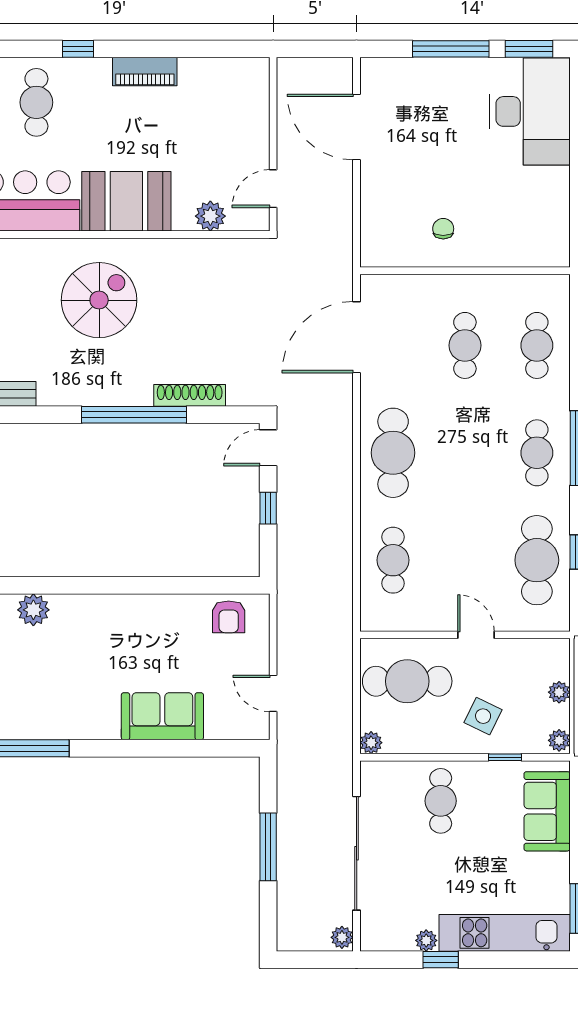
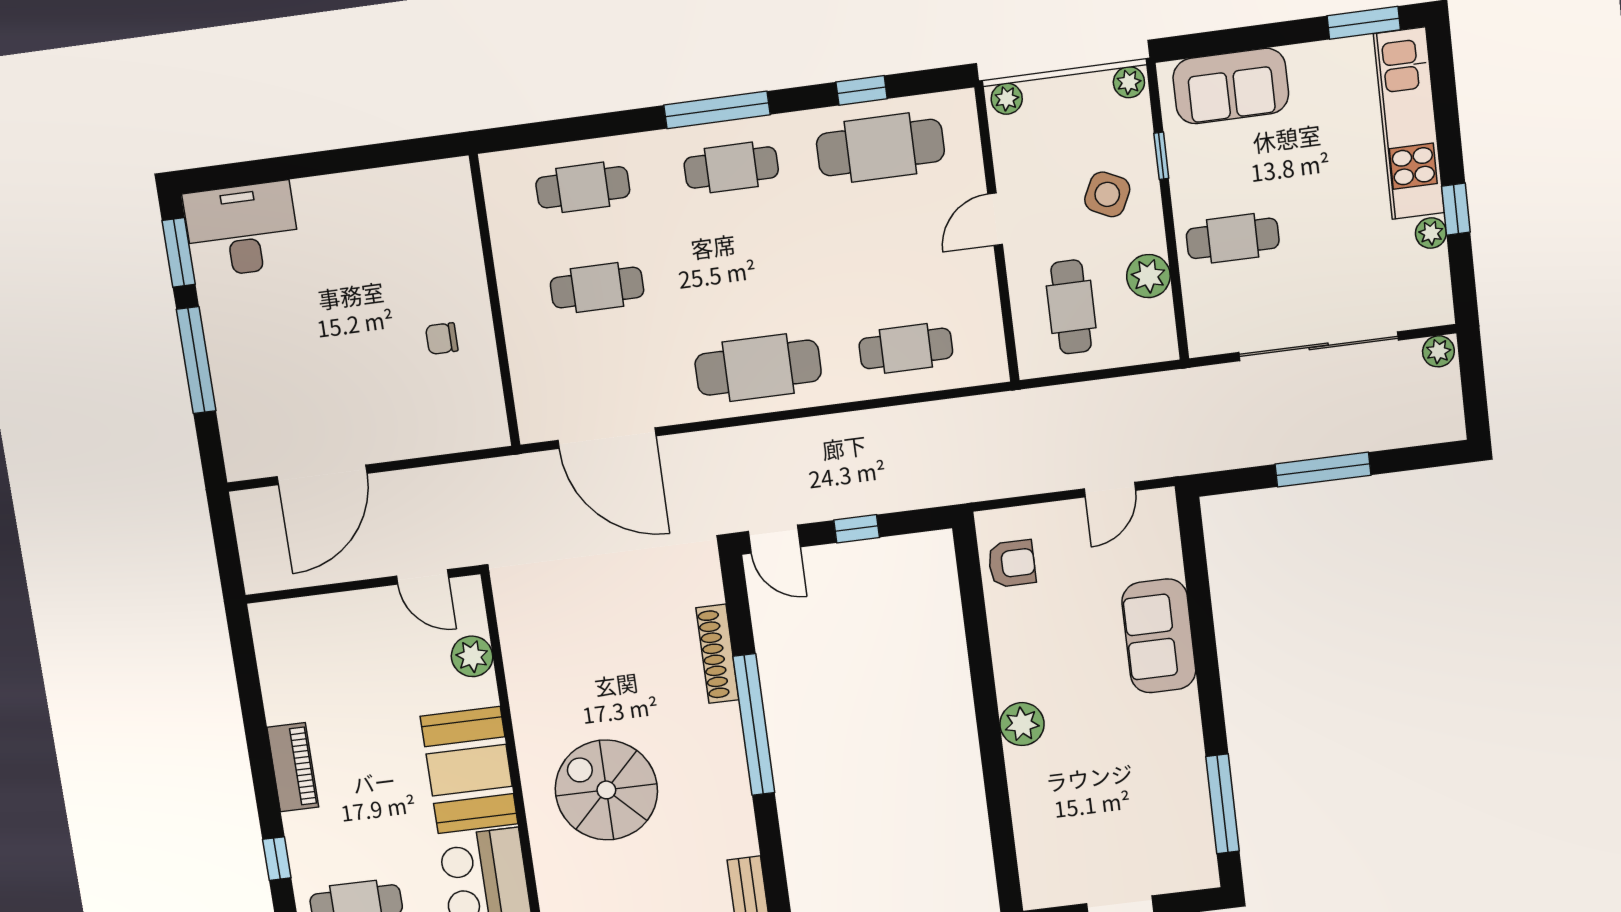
desk: (530, 111) -> (242, 230), width x0.73, depth x0.77
plant: (33, 610) -> (1022, 724), moved
cafe table: (407, 681) -> (1071, 307), width x0.73, depth x0.74
plant: (559, 692) -> (1007, 99), moved
plant: (371, 743) -> (1148, 276), moved, width x1.38, depth x1.38

